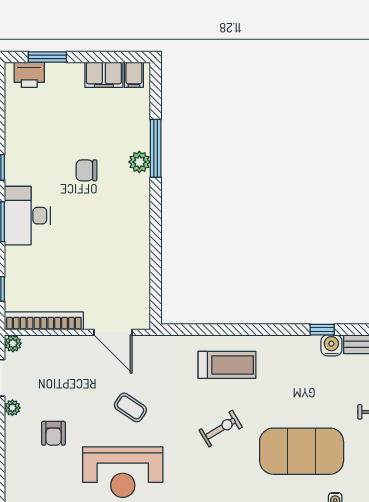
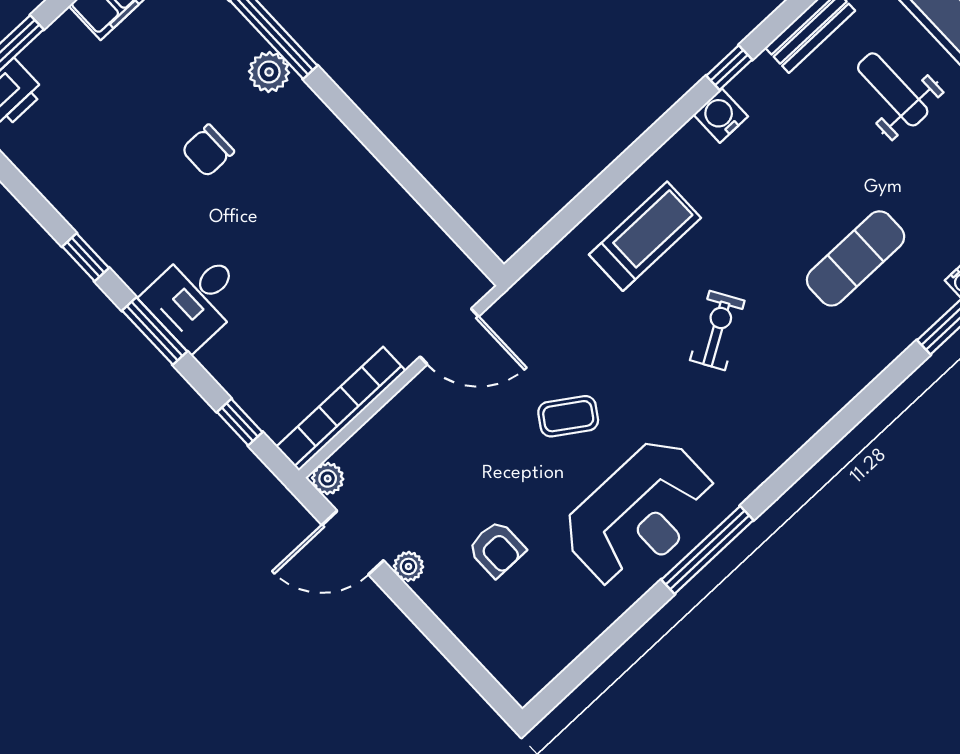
desk: (27, 216) -> (195, 298), width x0.73
water cooler: (331, 345) -> (721, 116), moved
exercise mat: (302, 451) -> (856, 258), width x0.50, depth x0.69

